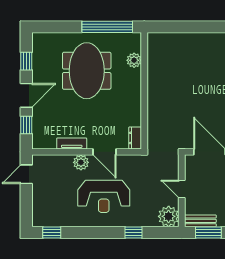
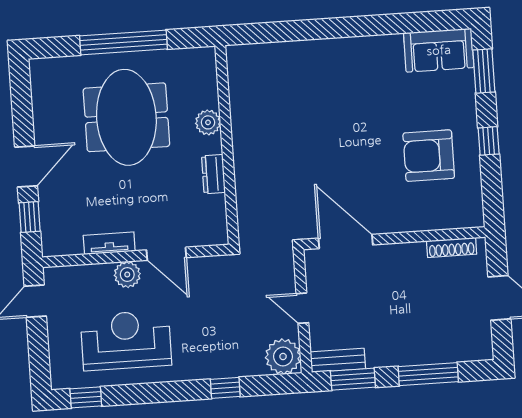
window: (107, 27) -> (123, 42), moved
plant: (134, 60) -> (208, 122), moved
window: (26, 61) -> (22, 108), removed
dresser: (135, 138) -> (213, 174), moved
reception desk: (104, 196) -> (126, 340), moved, turned 180

